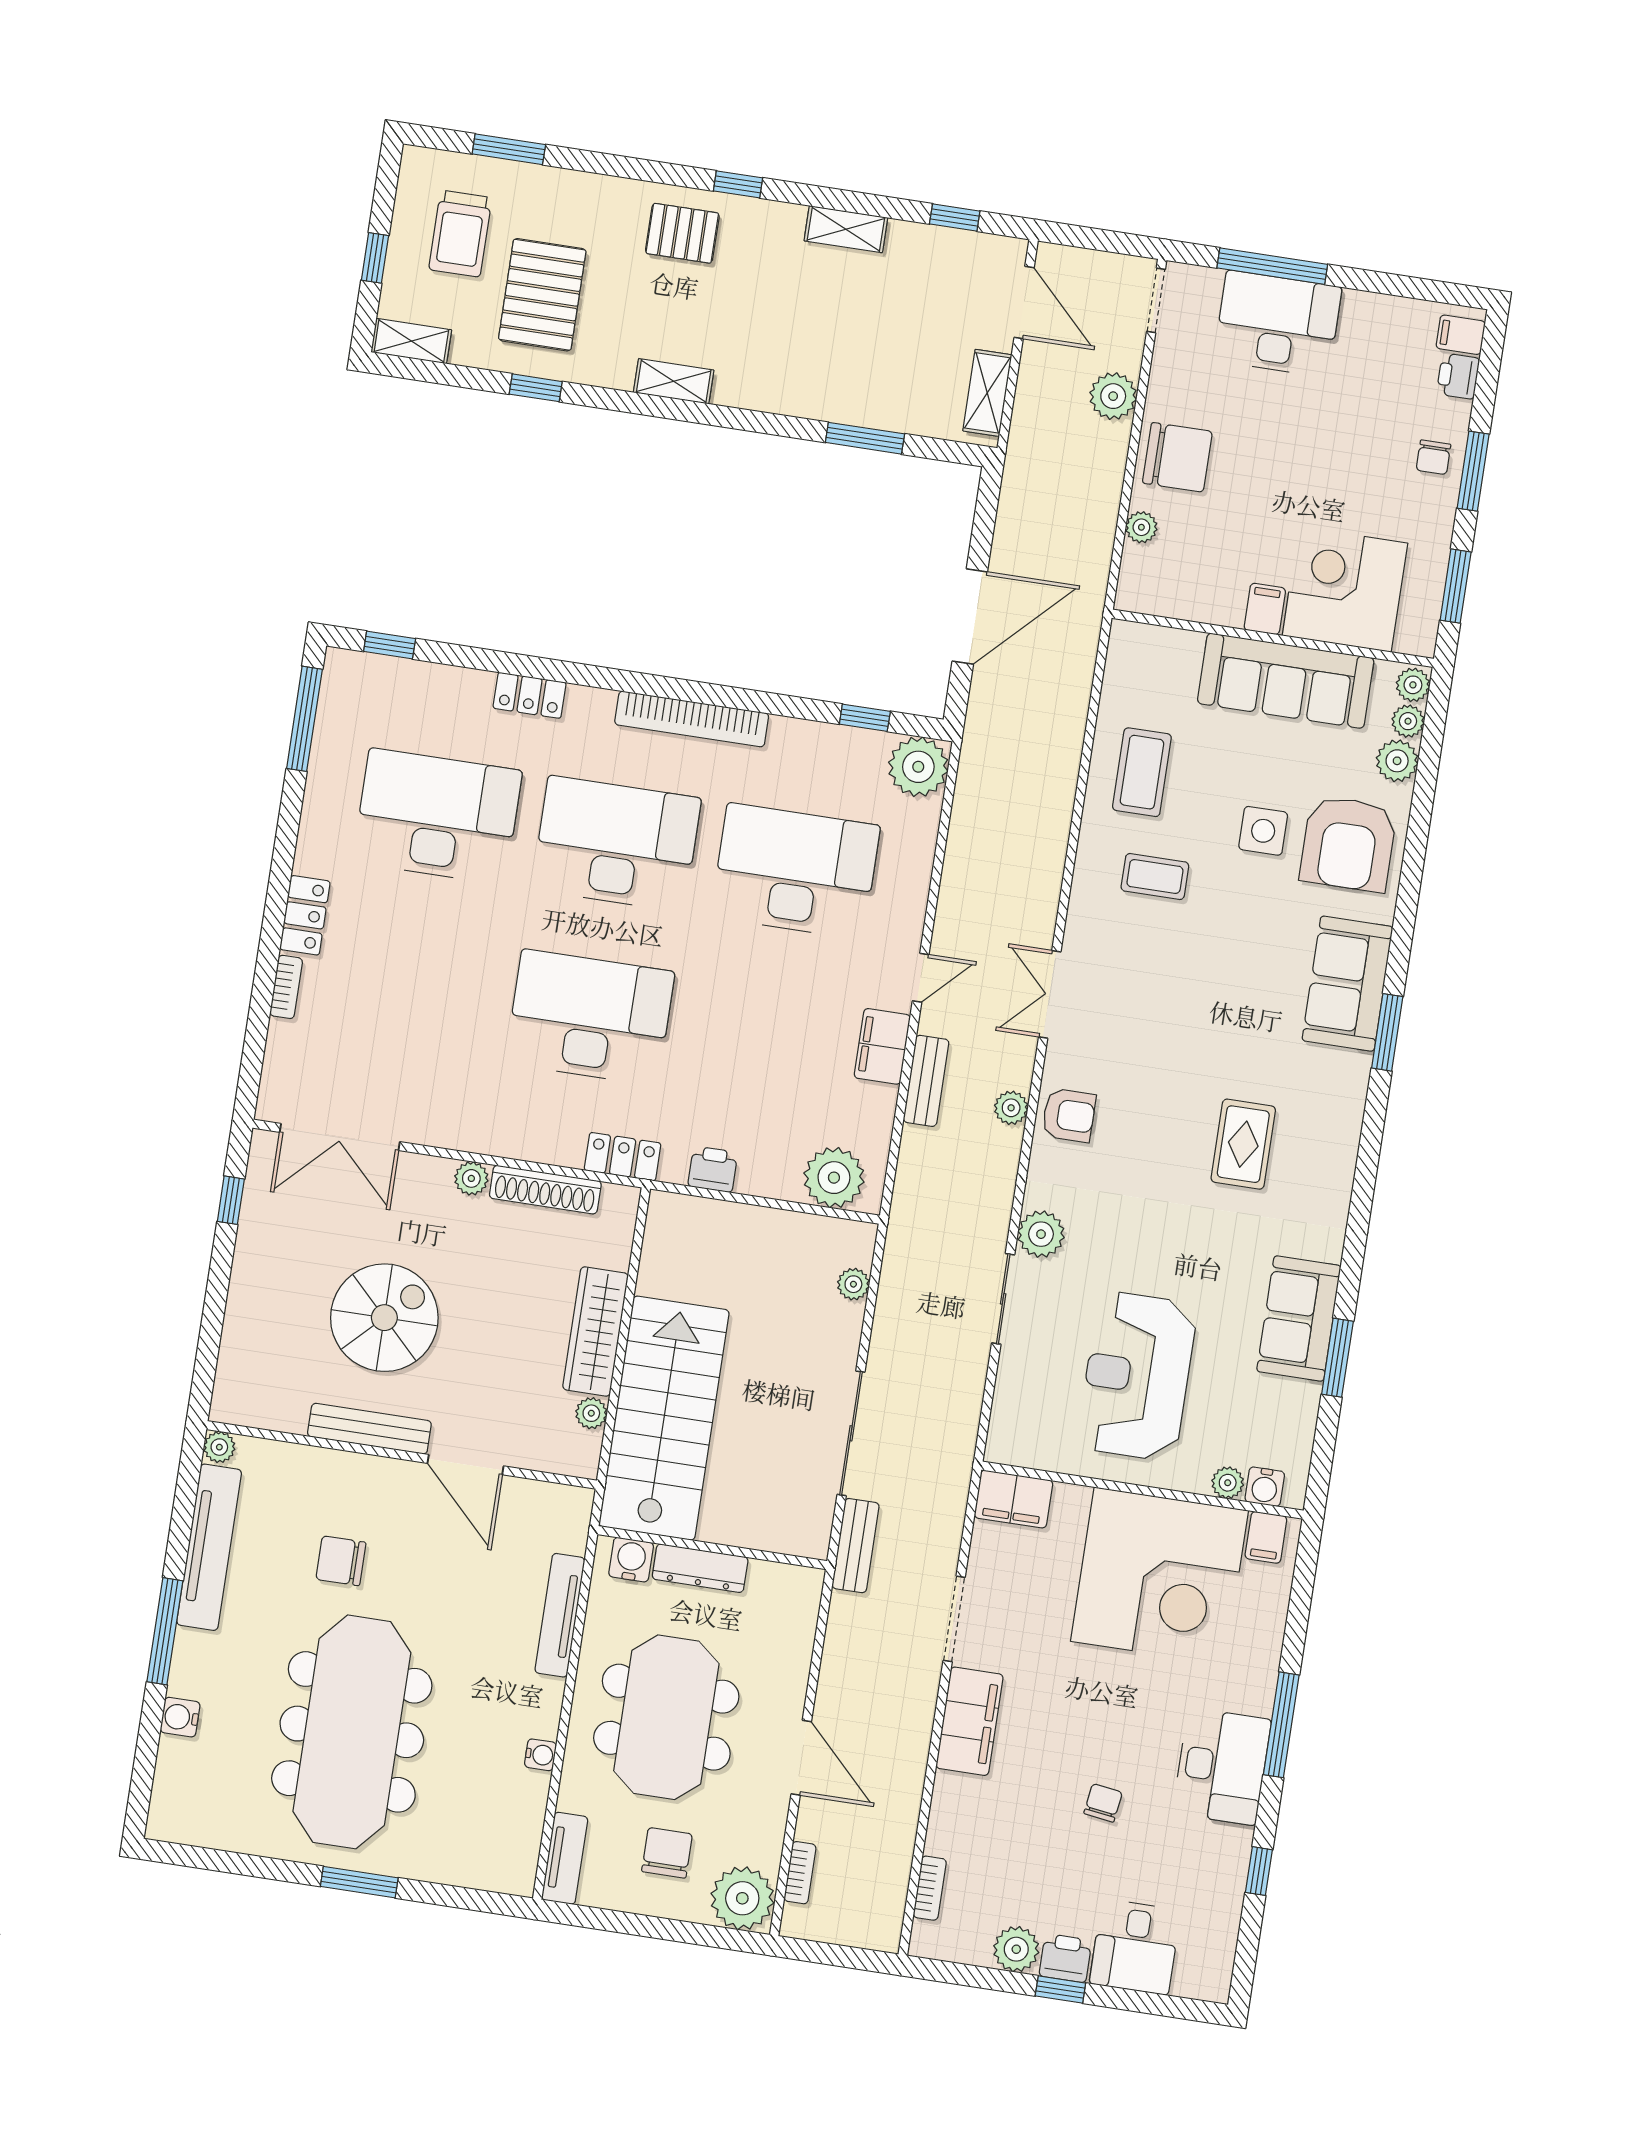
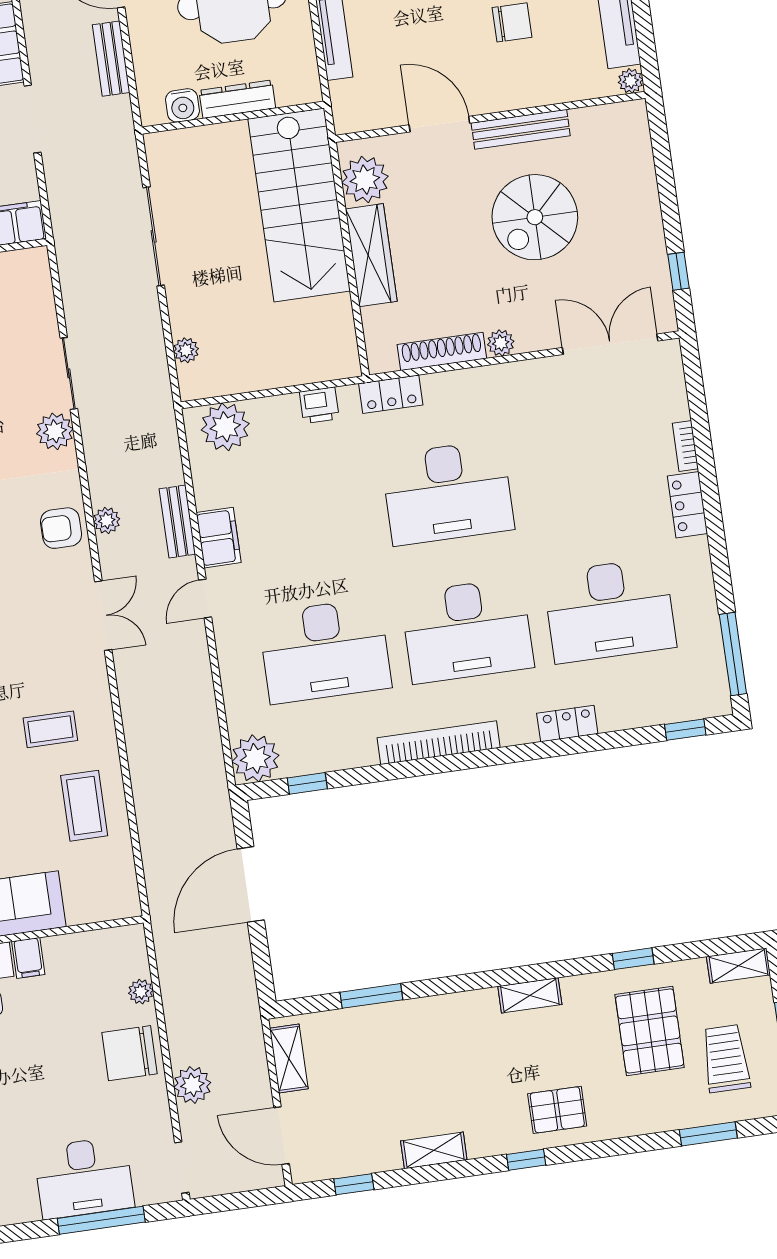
plant: (591, 1413) -> (365, 180), width x1.88, depth x1.88
bench: (856, 1546) -> (111, 59), moved
water cooler: (631, 1560) -> (182, 105), moved

